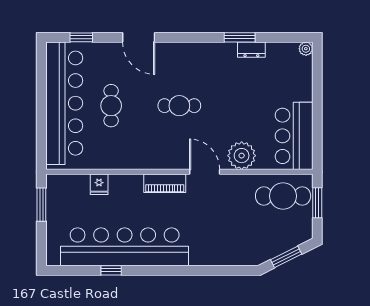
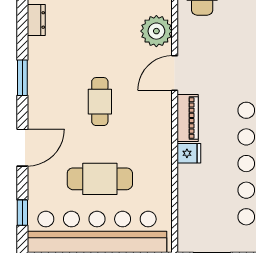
window: (240, 37) -> (22, 78), moved
cafe table: (111, 106) -> (100, 179), width x1.37, depth x1.35
fridge: (99, 184) -> (189, 153), moved

